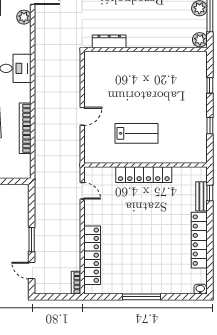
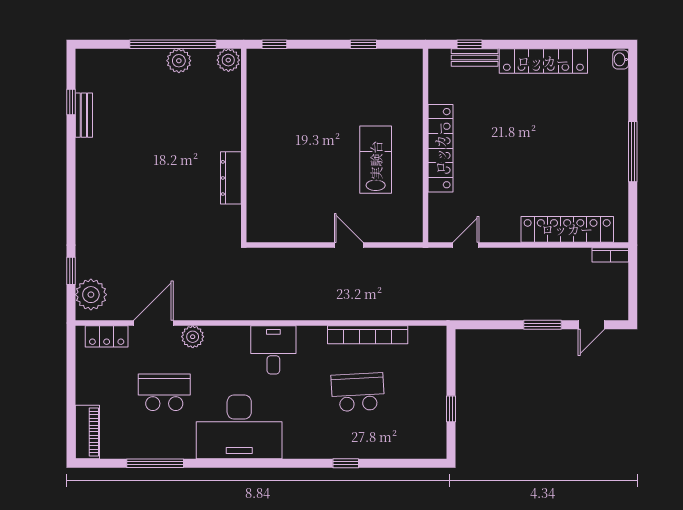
dresser: (109, 41) -> (231, 178), moved
window: (210, 85) -> (274, 44), moved

